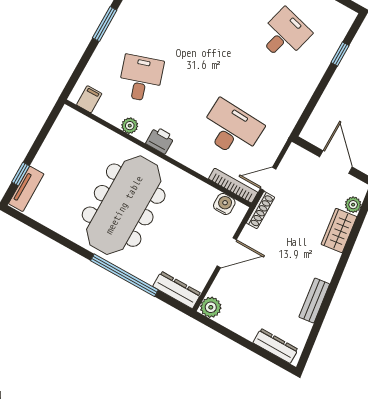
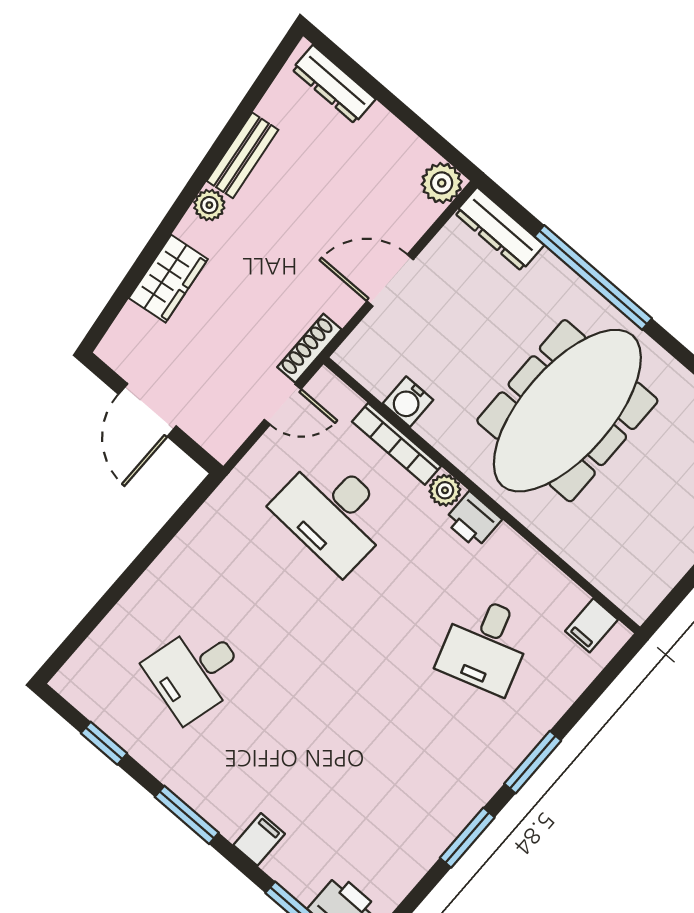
window: (340, 54) -> (97, 614), removed
plant: (130, 126) -> (445, 490), moved
bookcase: (233, 186) -> (396, 444), moved
water cooler: (224, 204) -> (408, 402), moved
plant: (353, 205) -> (209, 205), moved

